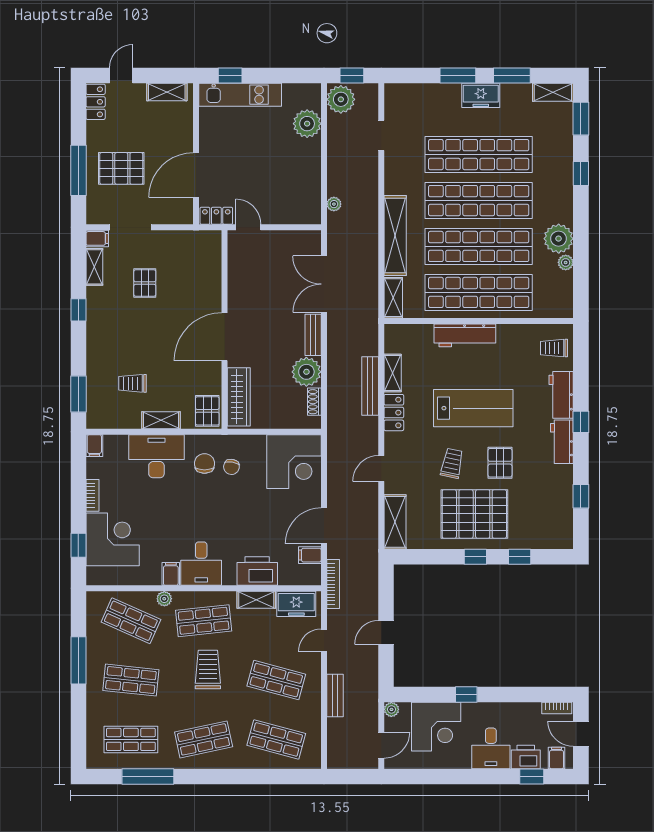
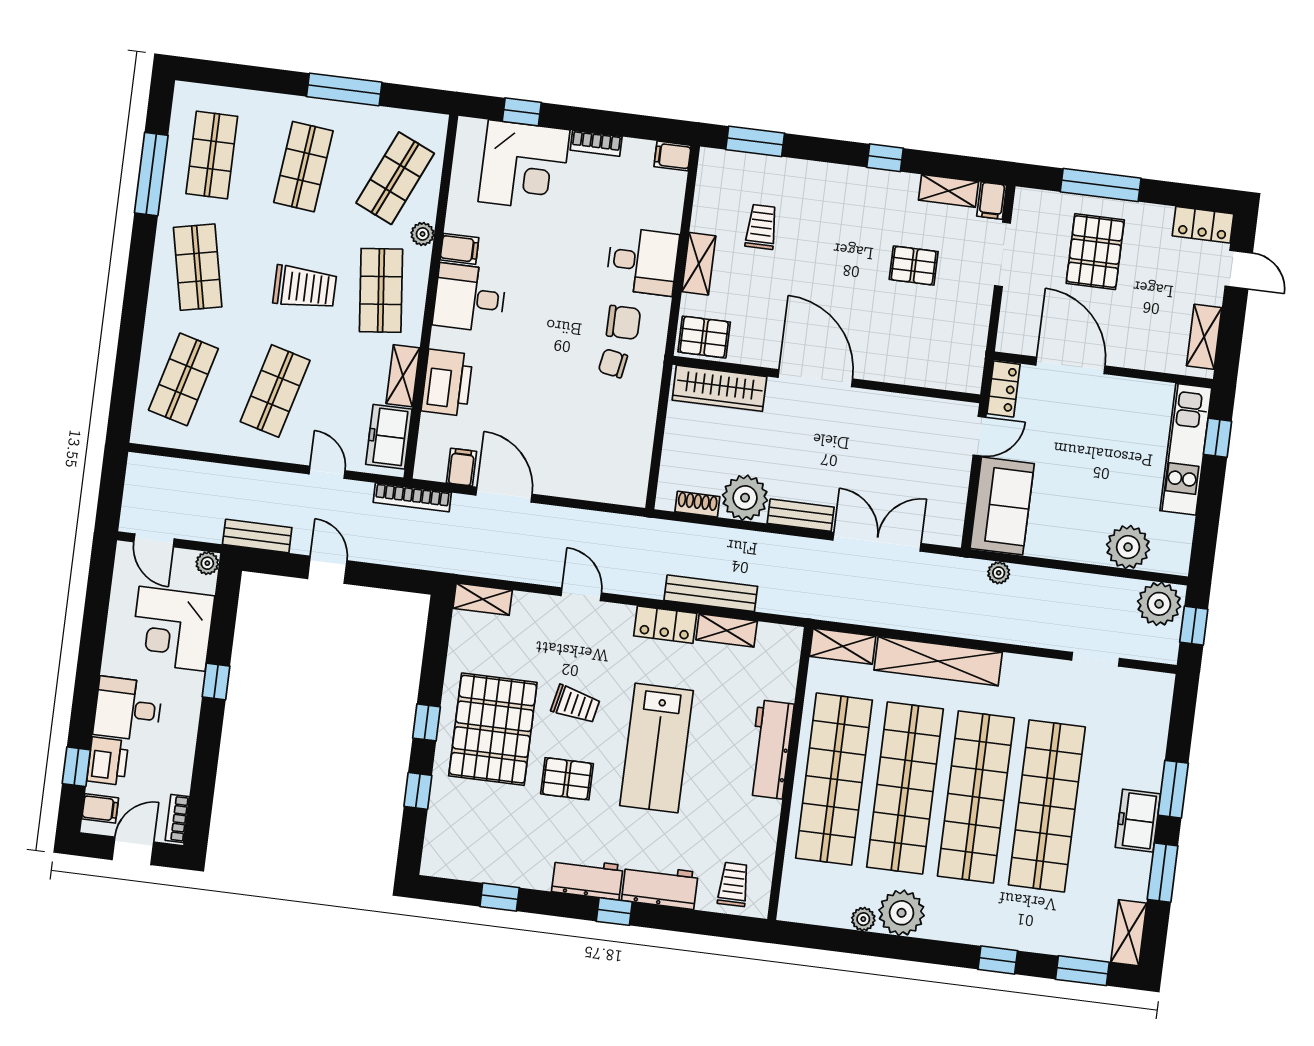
sofa: (291, 207) -> (1002, 506), added
desk: (156, 456) -> (643, 261), width x0.73
corner desk: (294, 462) -> (609, 461), removed
shelving: (395, 522) -> (483, 599), width x0.67, depth x0.75
bench: (335, 696) -> (257, 536), moved

